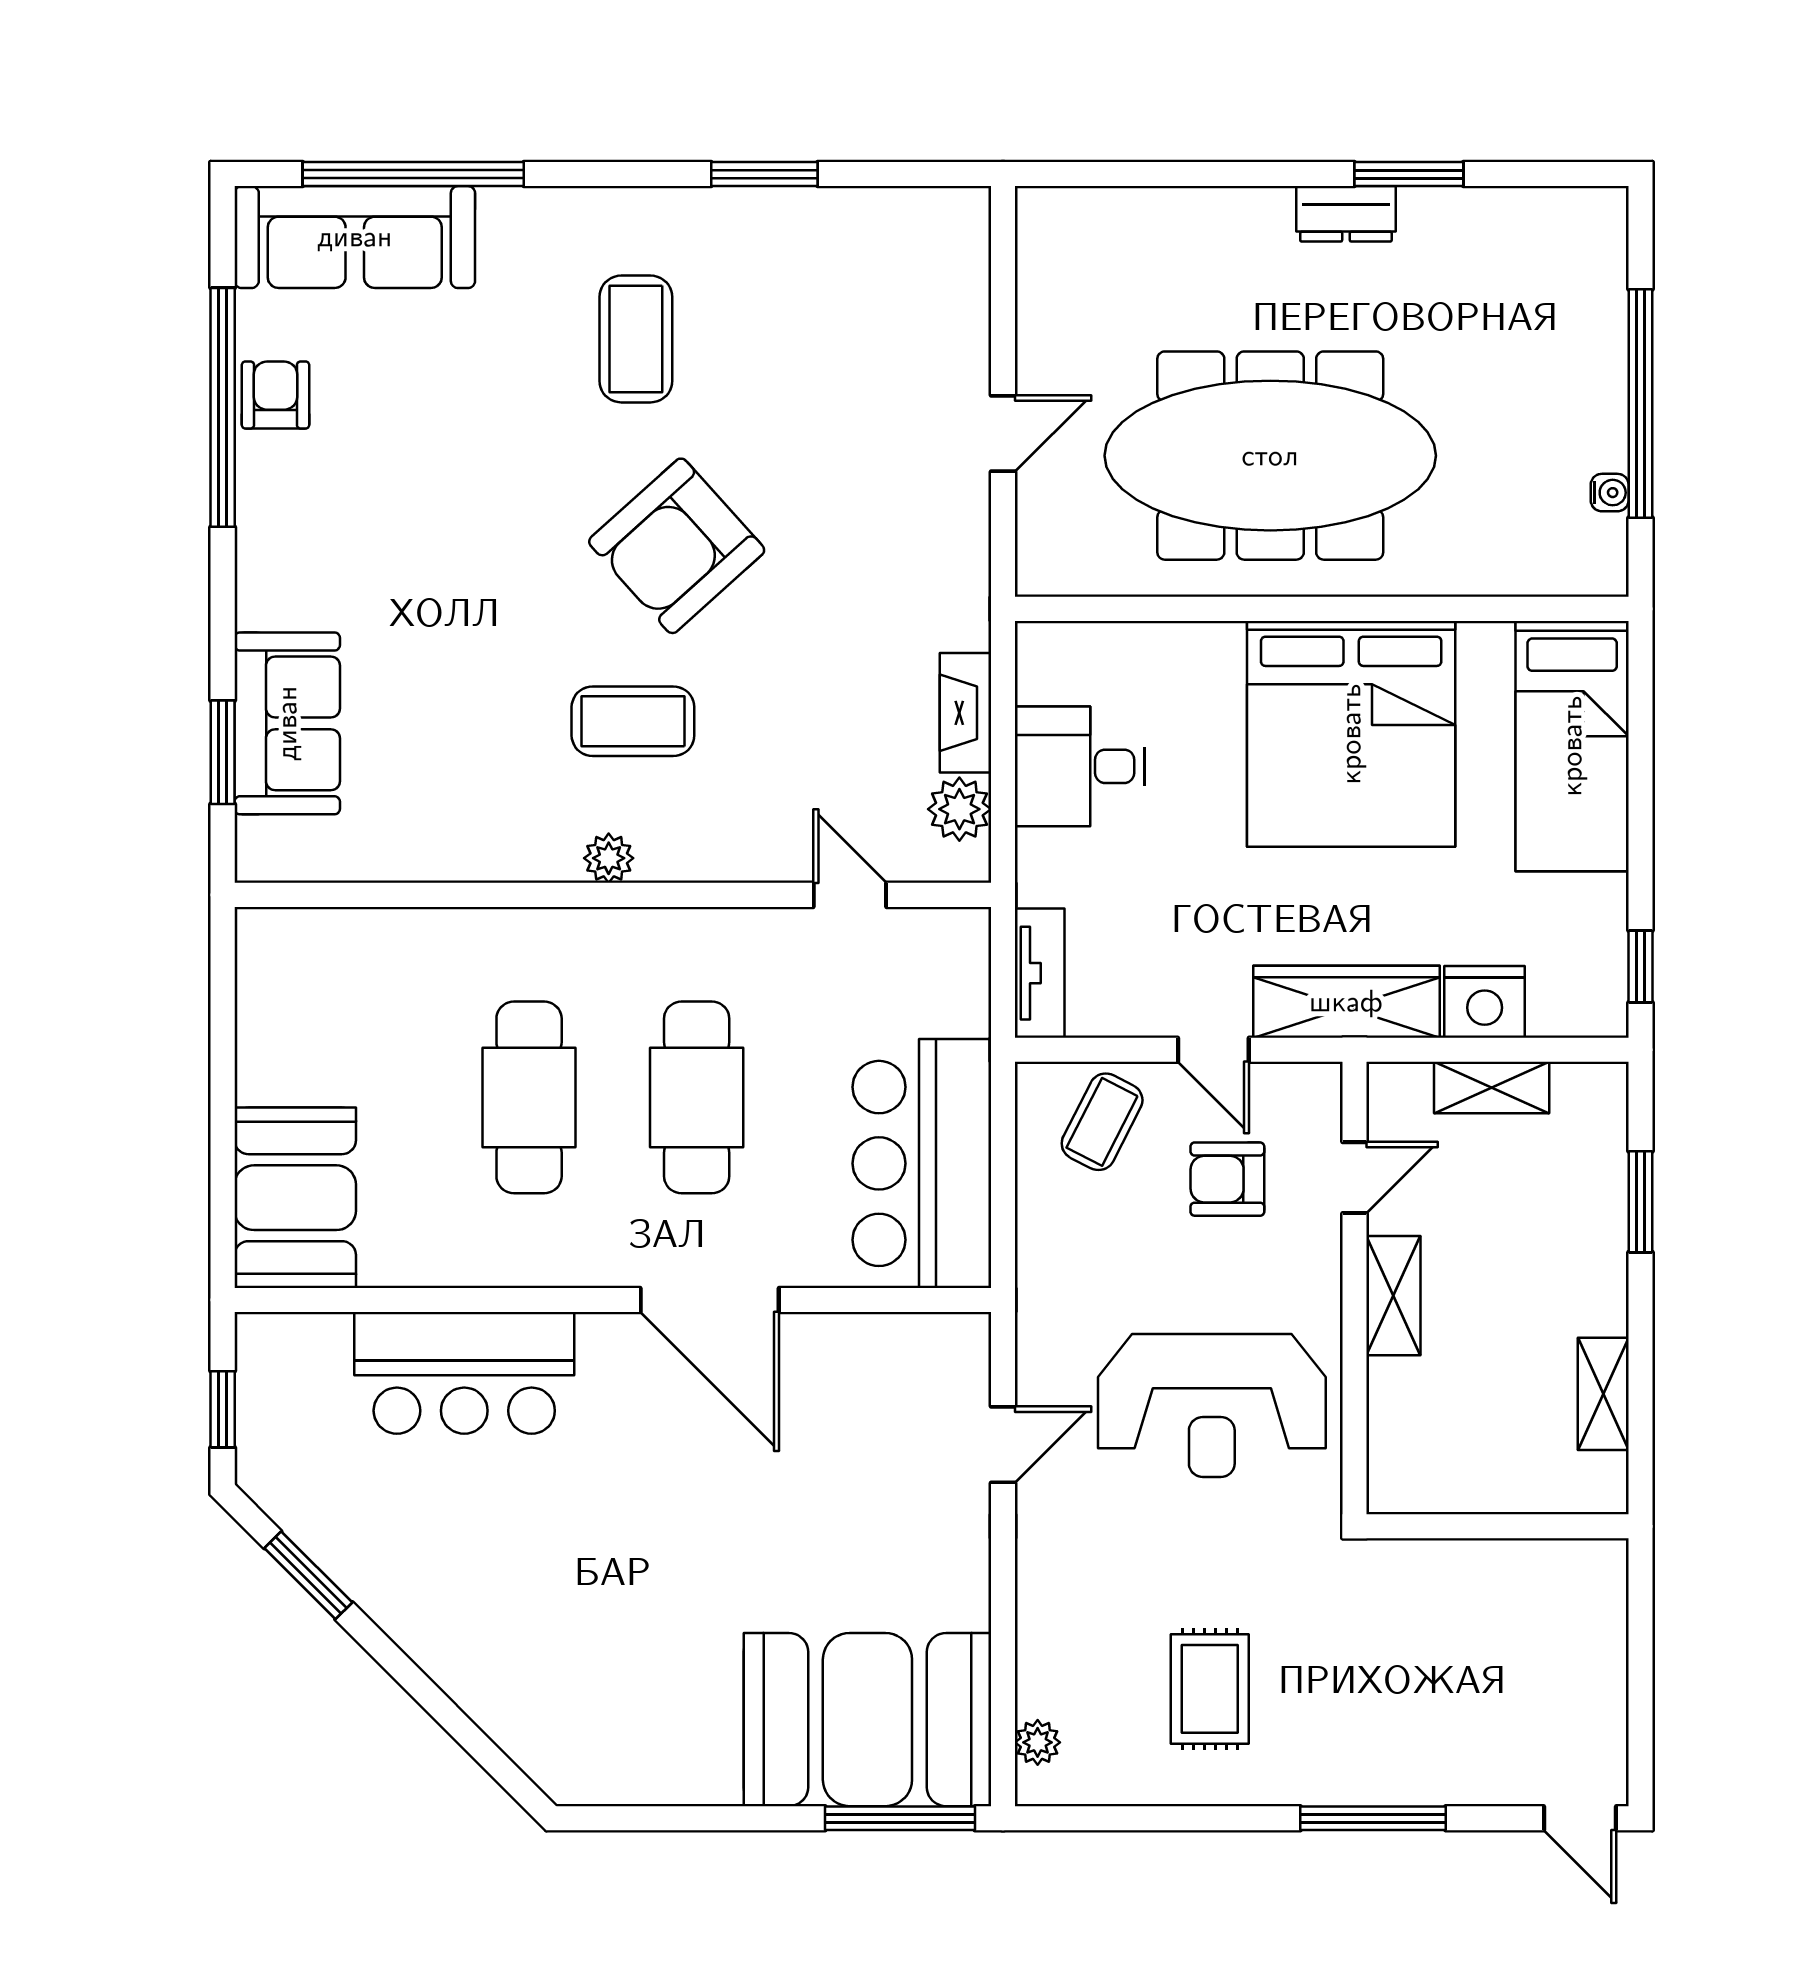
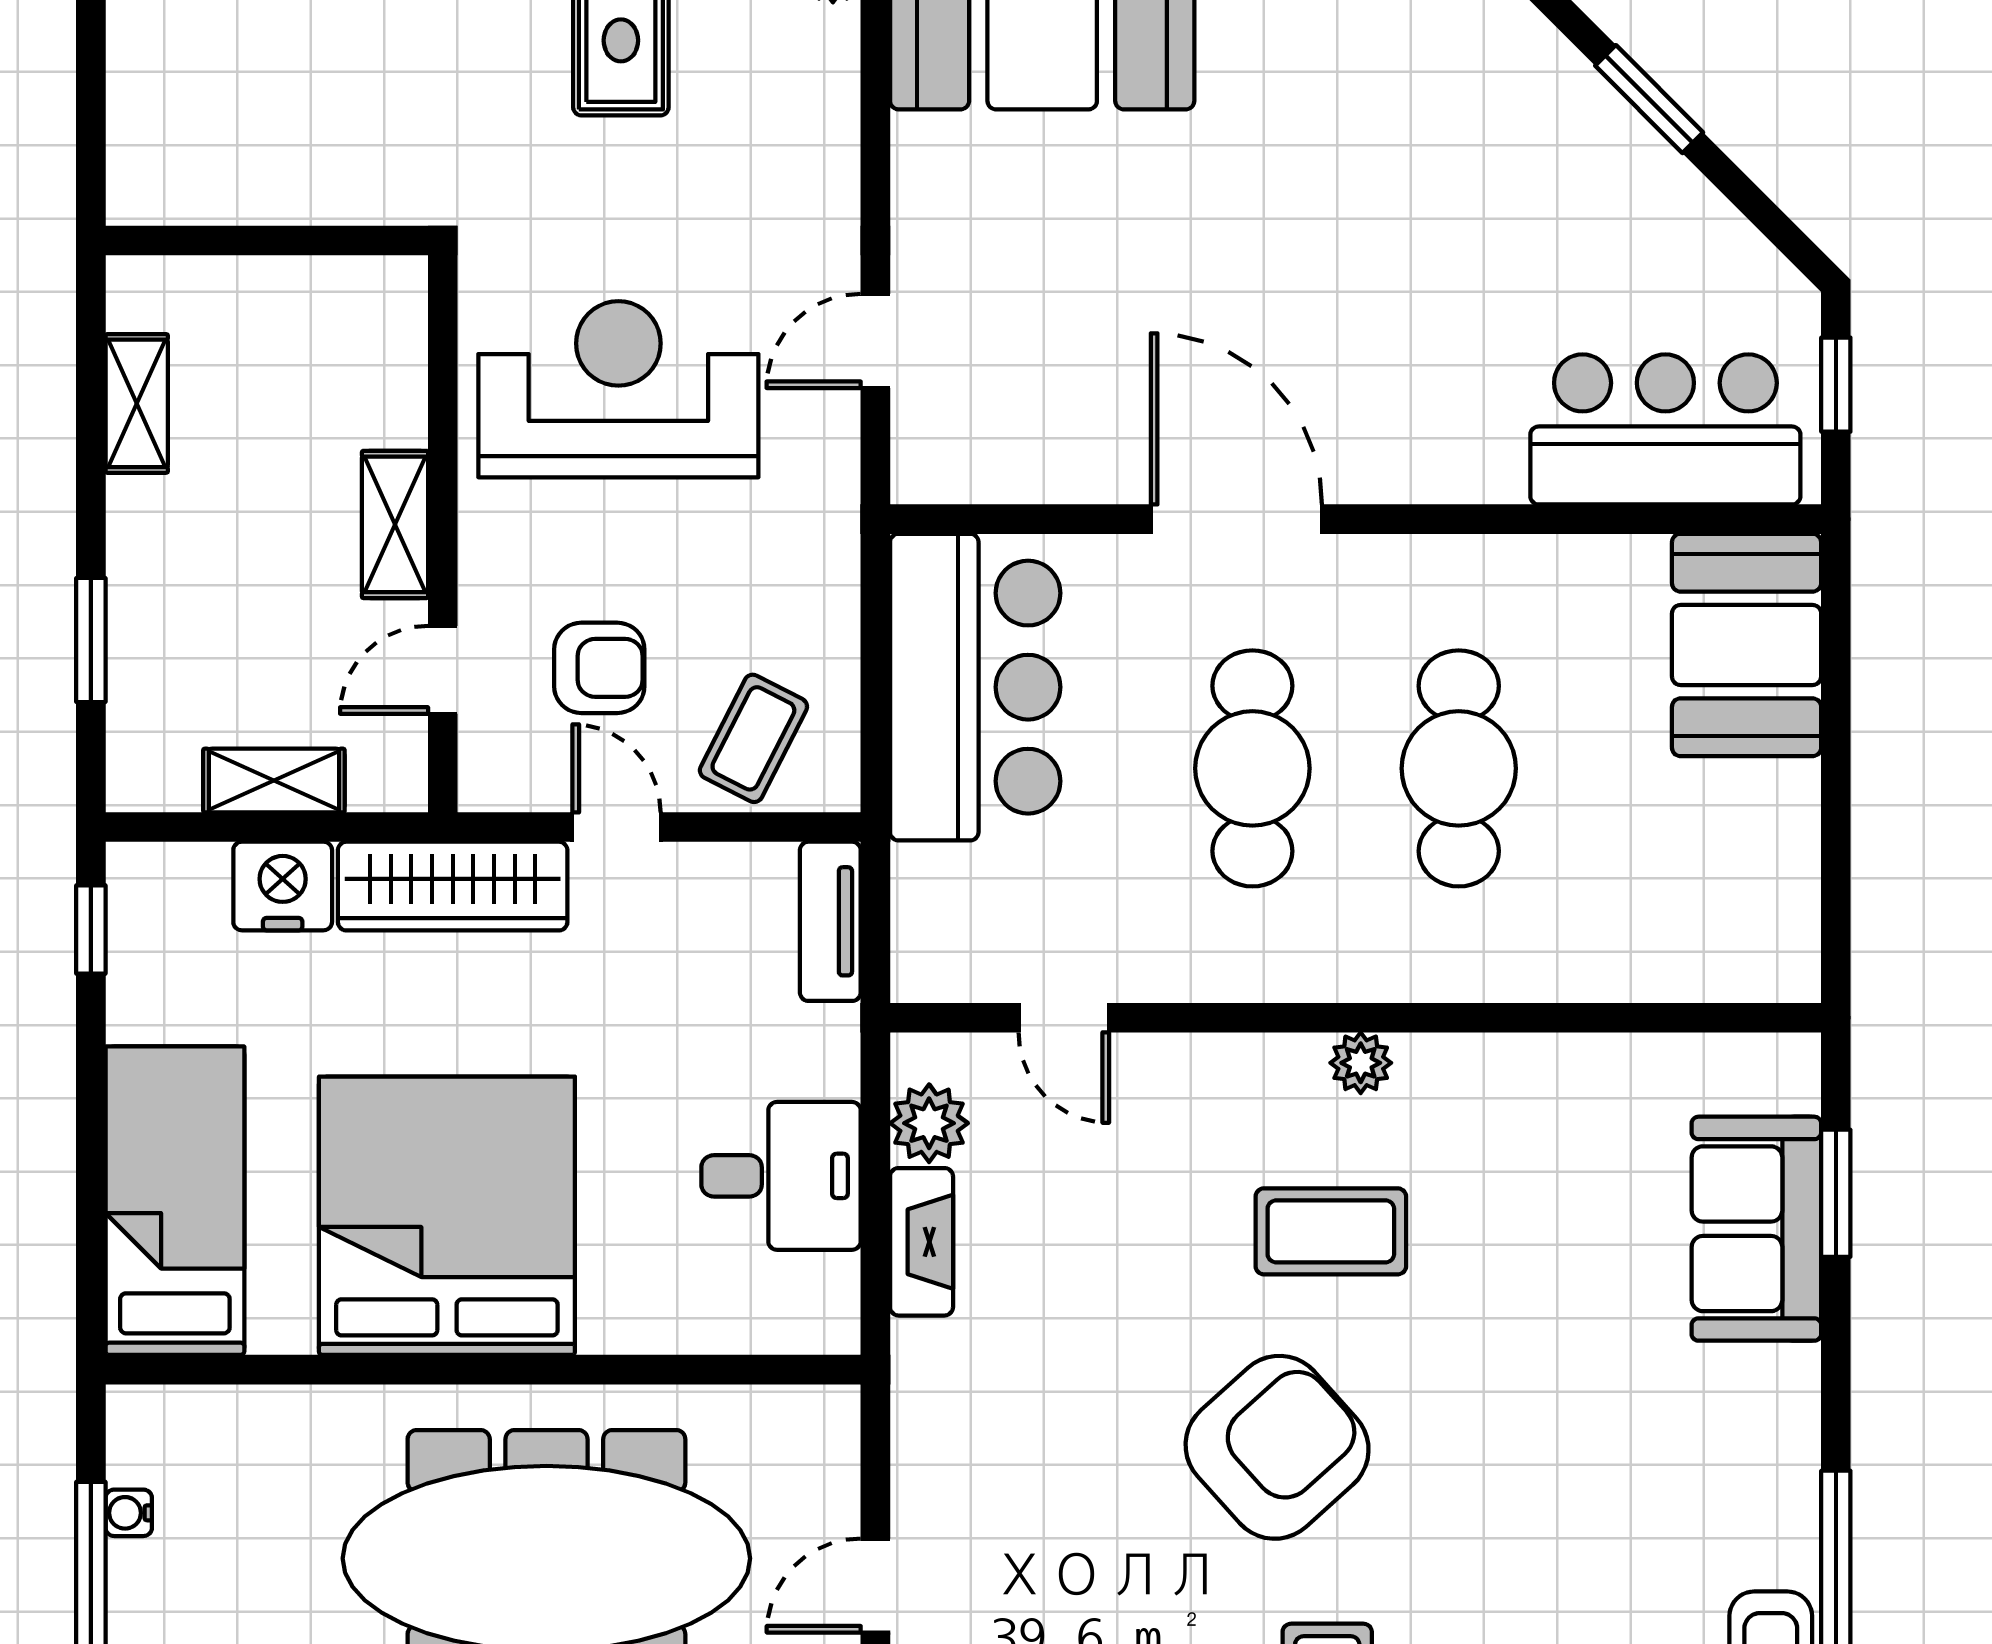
bar counter: (464, 1373) -> (1665, 429), moved
window: (308, 1575) -> (1649, 99), moved

